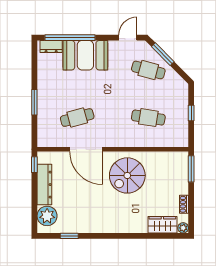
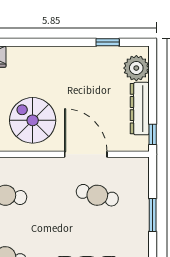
cafe table: (77, 118) -> (97, 195), turned 30
spiral stairs: (127, 175) -> (33, 120), turned -90

